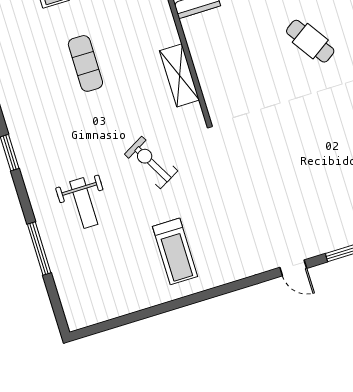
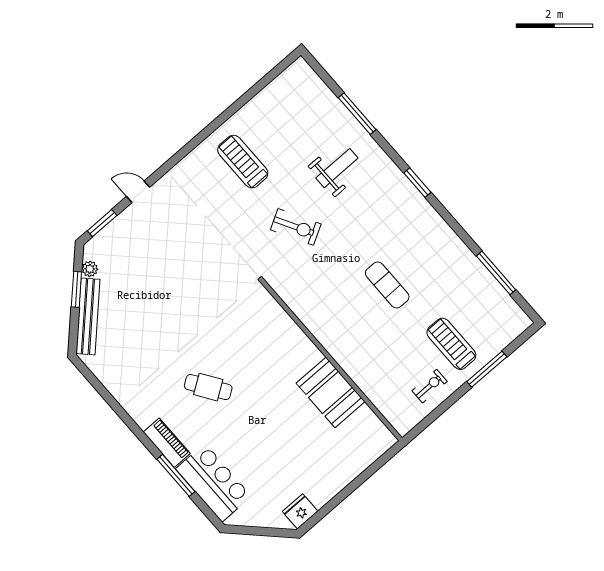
shelving: (179, 75) -> (304, 310), removed
weight bench: (84, 203) -> (337, 168), turned 90

